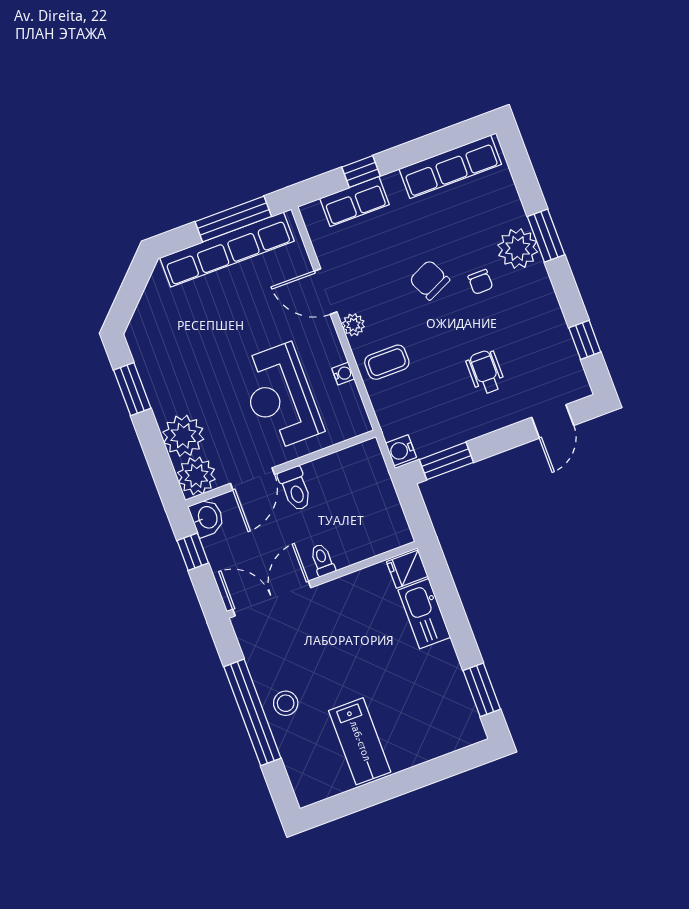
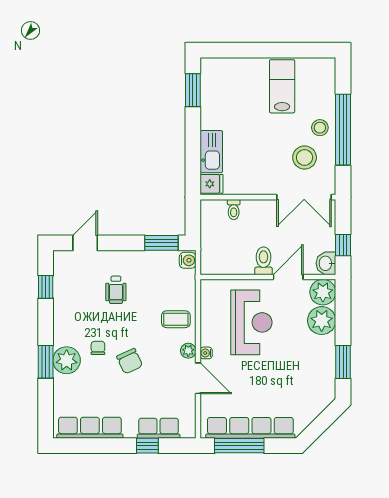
water cooler: (343, 374) -> (206, 353), moved
toilet: (322, 560) -> (234, 210), moved
stool: (292, 654) -> (305, 157), added

